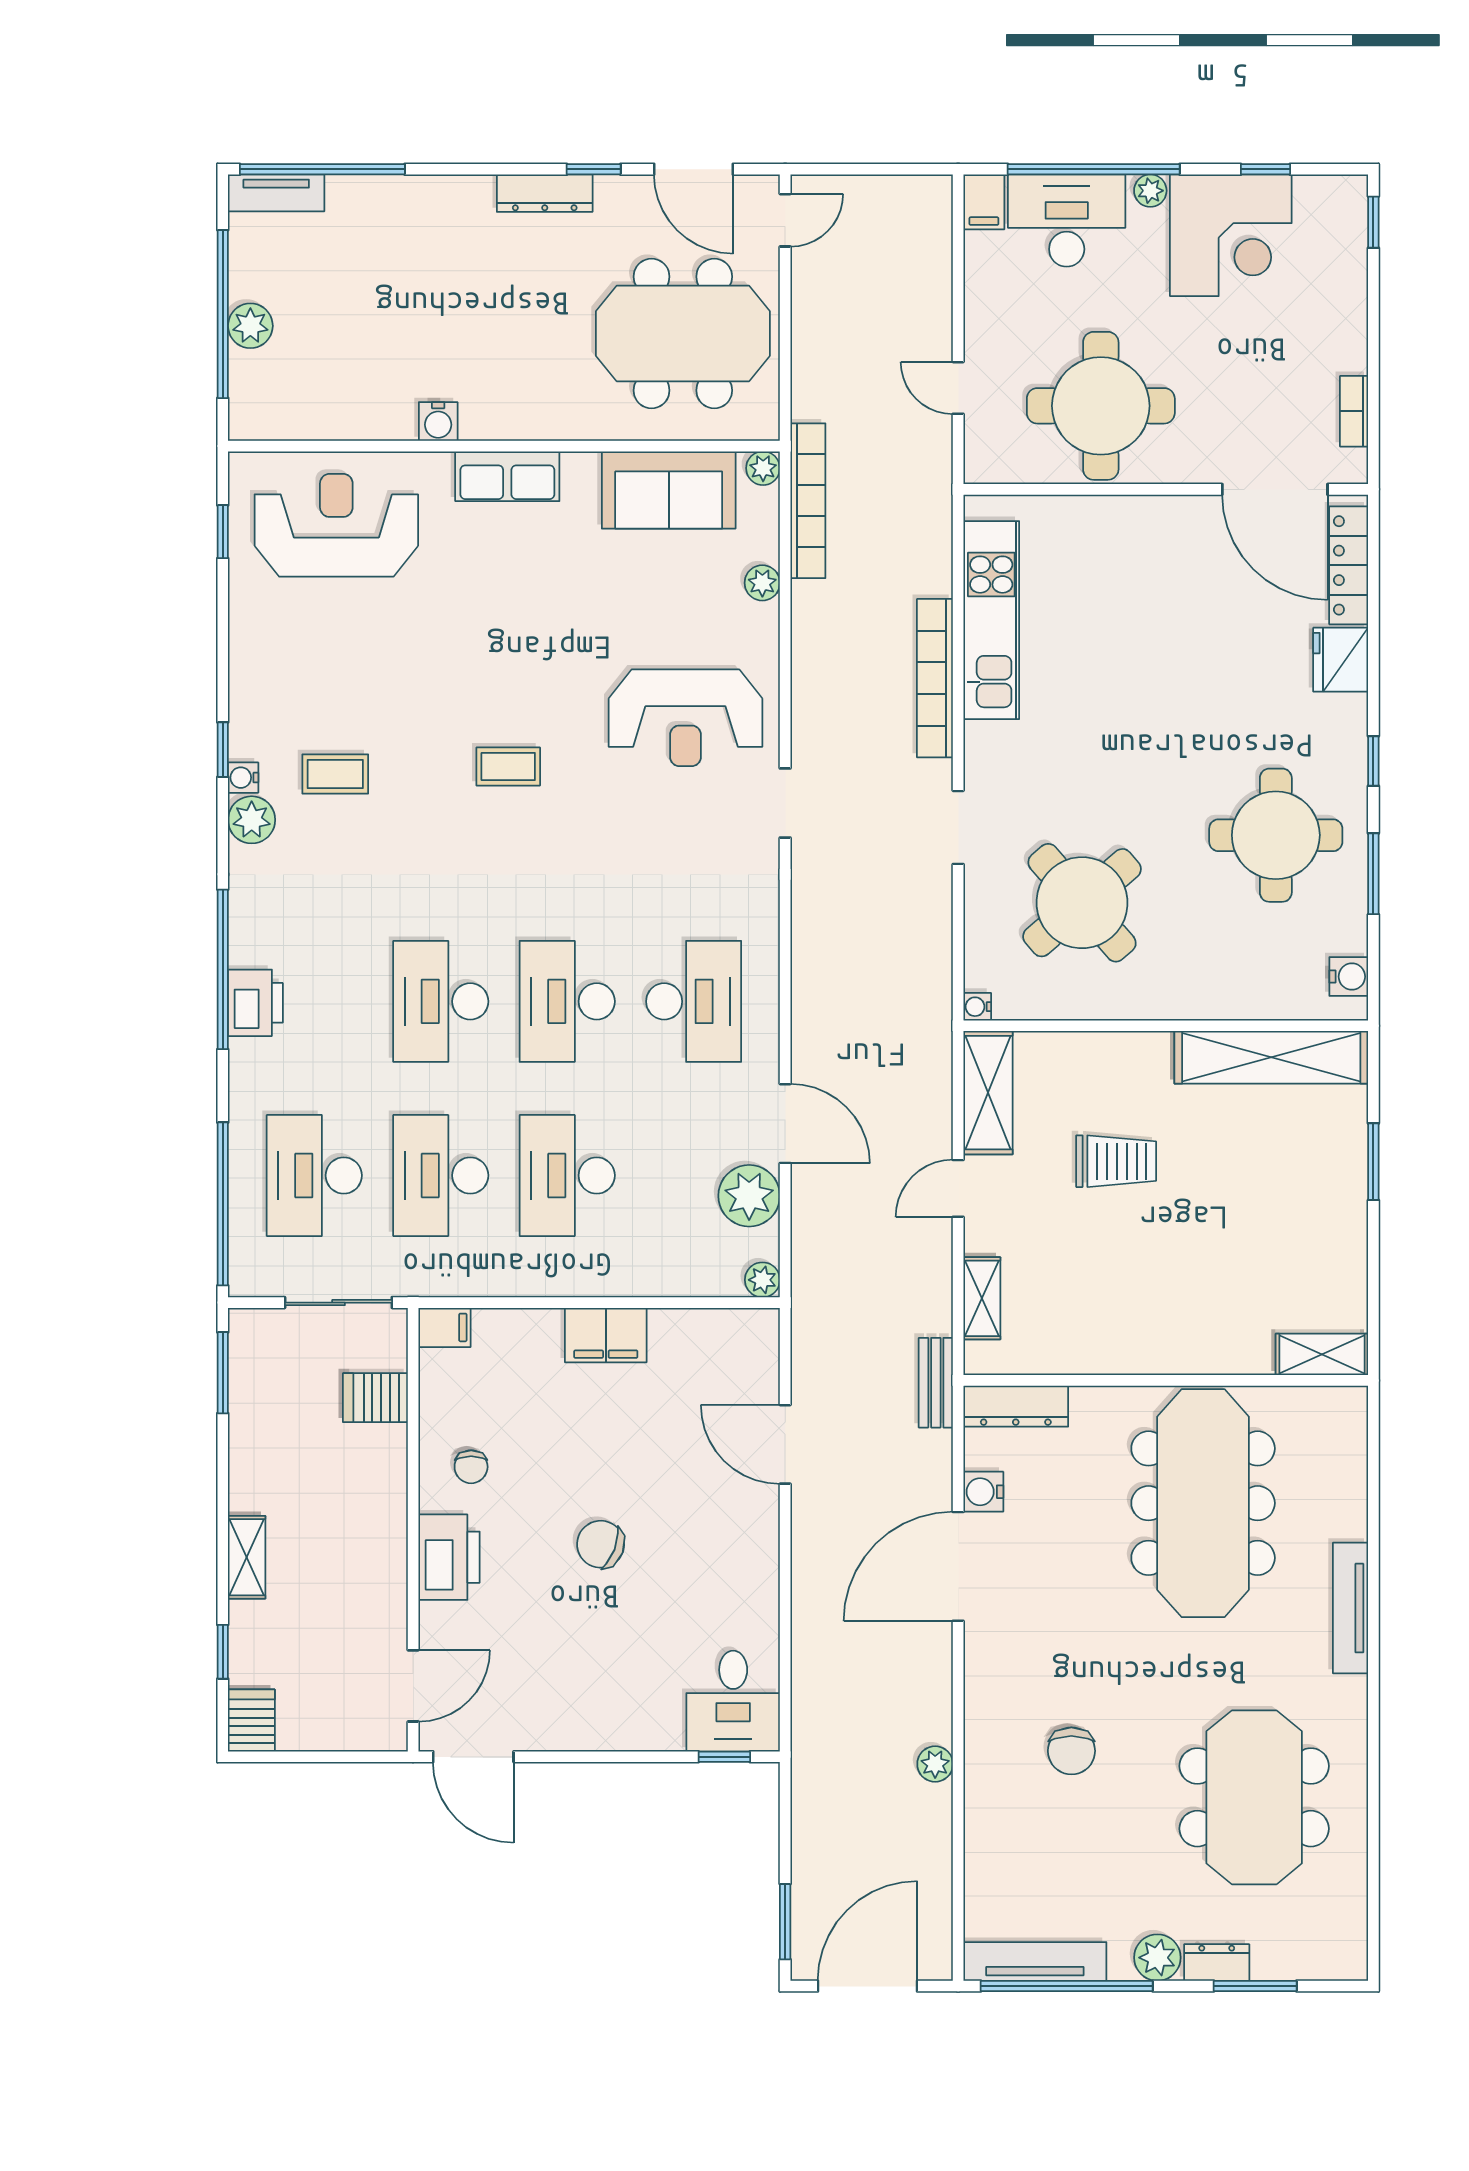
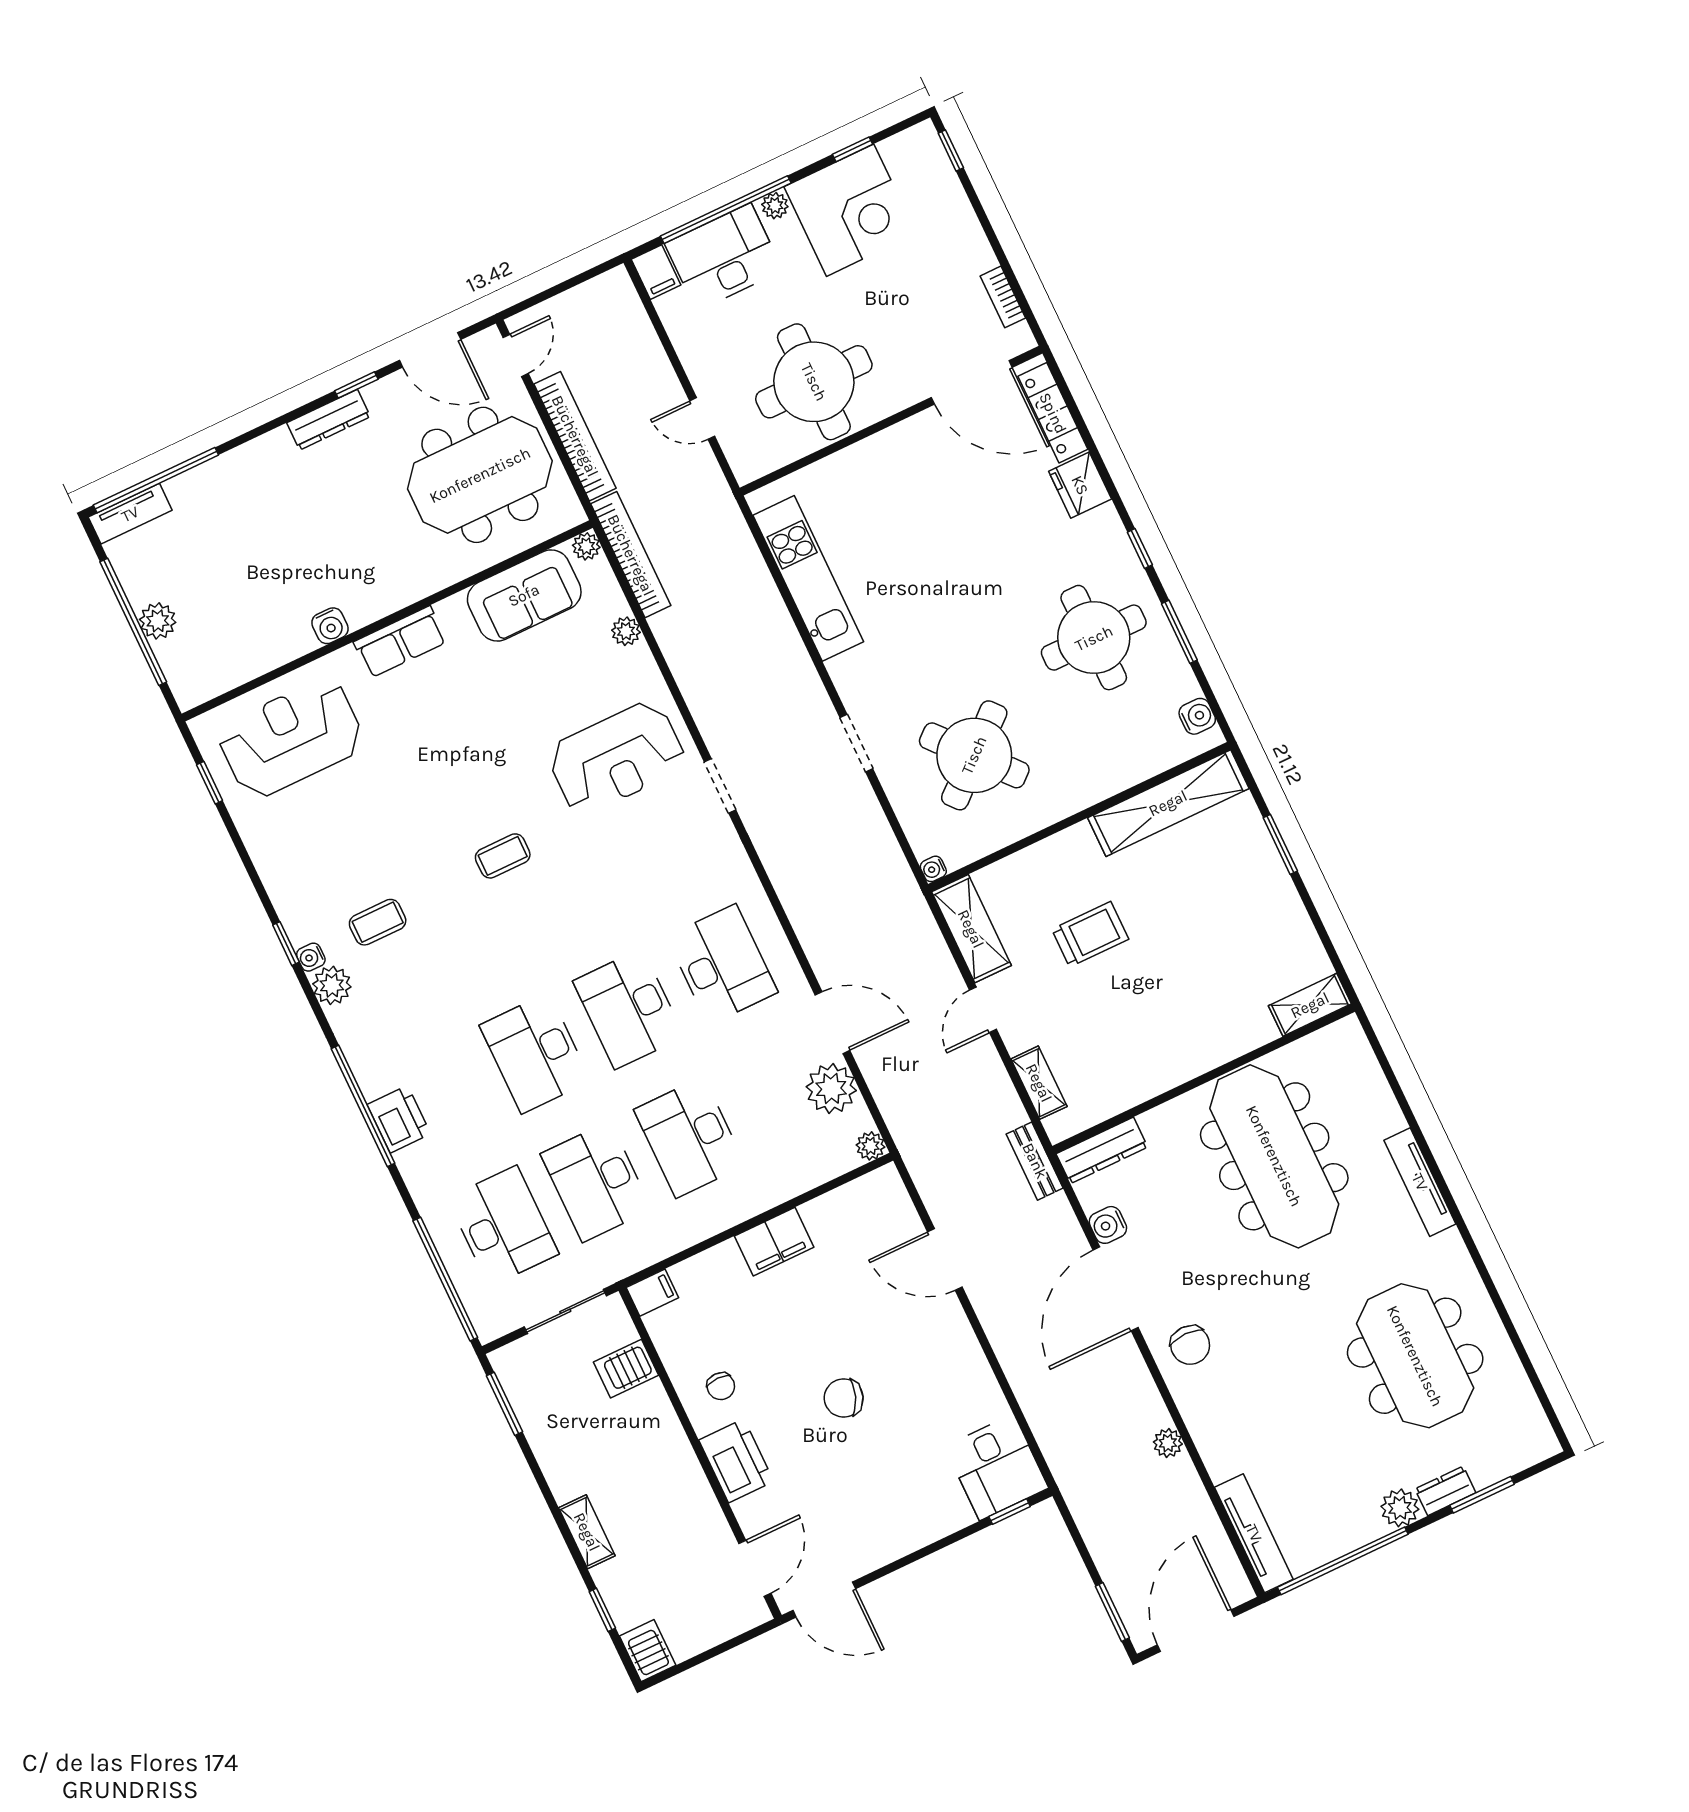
bookcase: (935, 678) -> (575, 436), moved, turned 180
desk: (314, 1175) -> (503, 1226), turned 180
chair: (1071, 1751) -> (1190, 1345), moved
tv unit: (1035, 1961) -> (1254, 1533), moved, turned 90

